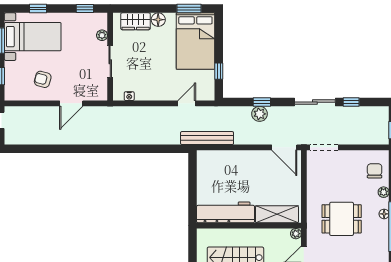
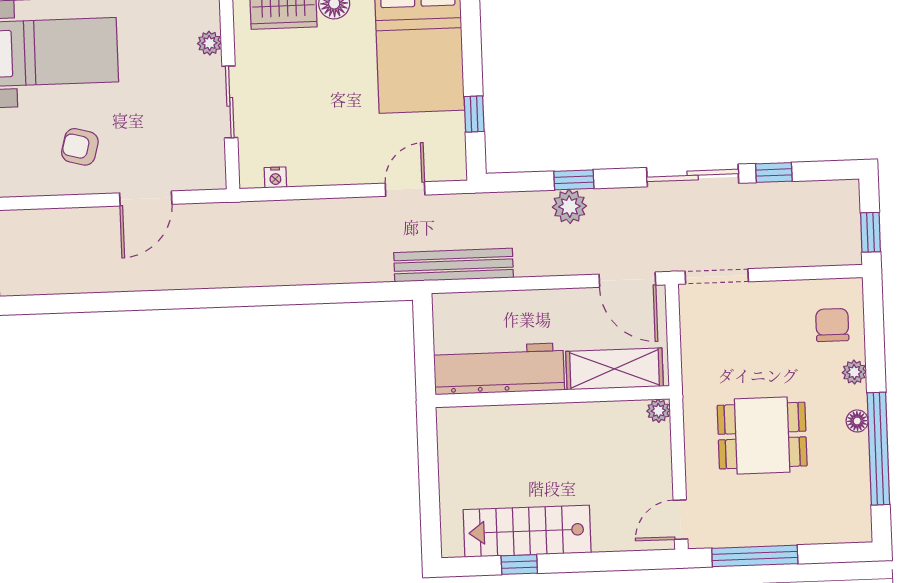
workbench: (226, 212) -> (499, 369), moved
shelving: (277, 214) -> (614, 369), moved
wall: (249, 226) -> (552, 397), moved
plant: (296, 234) -> (658, 411), moved

